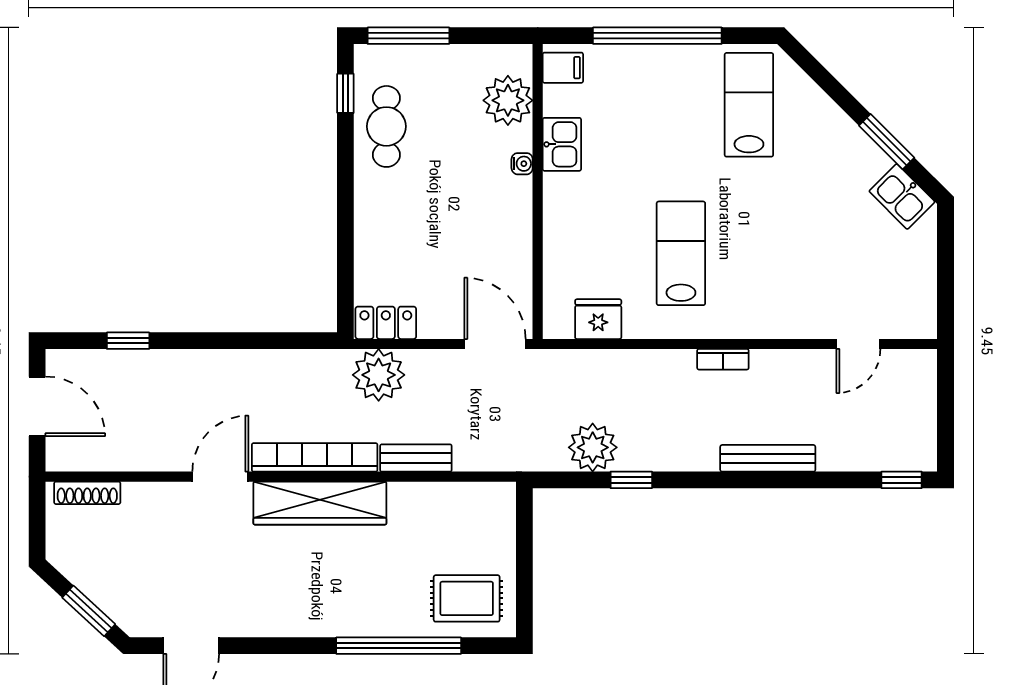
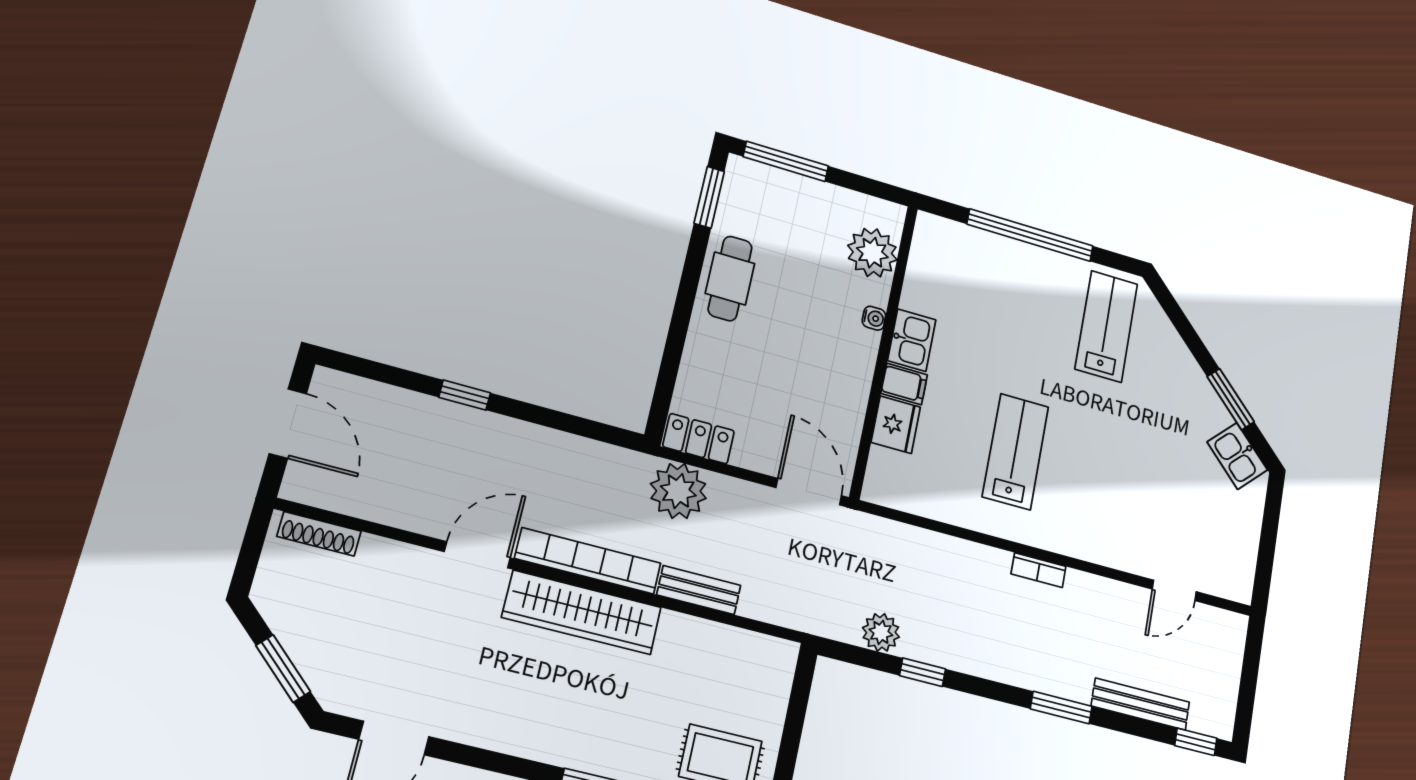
filing cabinet: (563, 68) -> (904, 384), moved
window: (345, 93) -> (709, 197), width x1.50
cafe table: (386, 126) -> (730, 278), moved
kitchen sink: (562, 144) -> (912, 340), moved
fridge: (598, 319) -> (896, 425), moved, turned 90
window: (128, 341) -> (465, 395), moved
plant: (593, 447) -> (881, 632), width x0.73, depth x0.73
bench: (768, 458) -> (1140, 704), moved
window: (767, 480) -> (1061, 708), added

